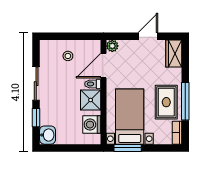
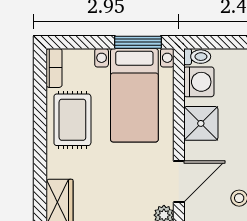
toilet: (93, 84) -> (197, 57), moved
window: (185, 101) -> (40, 121), removed

